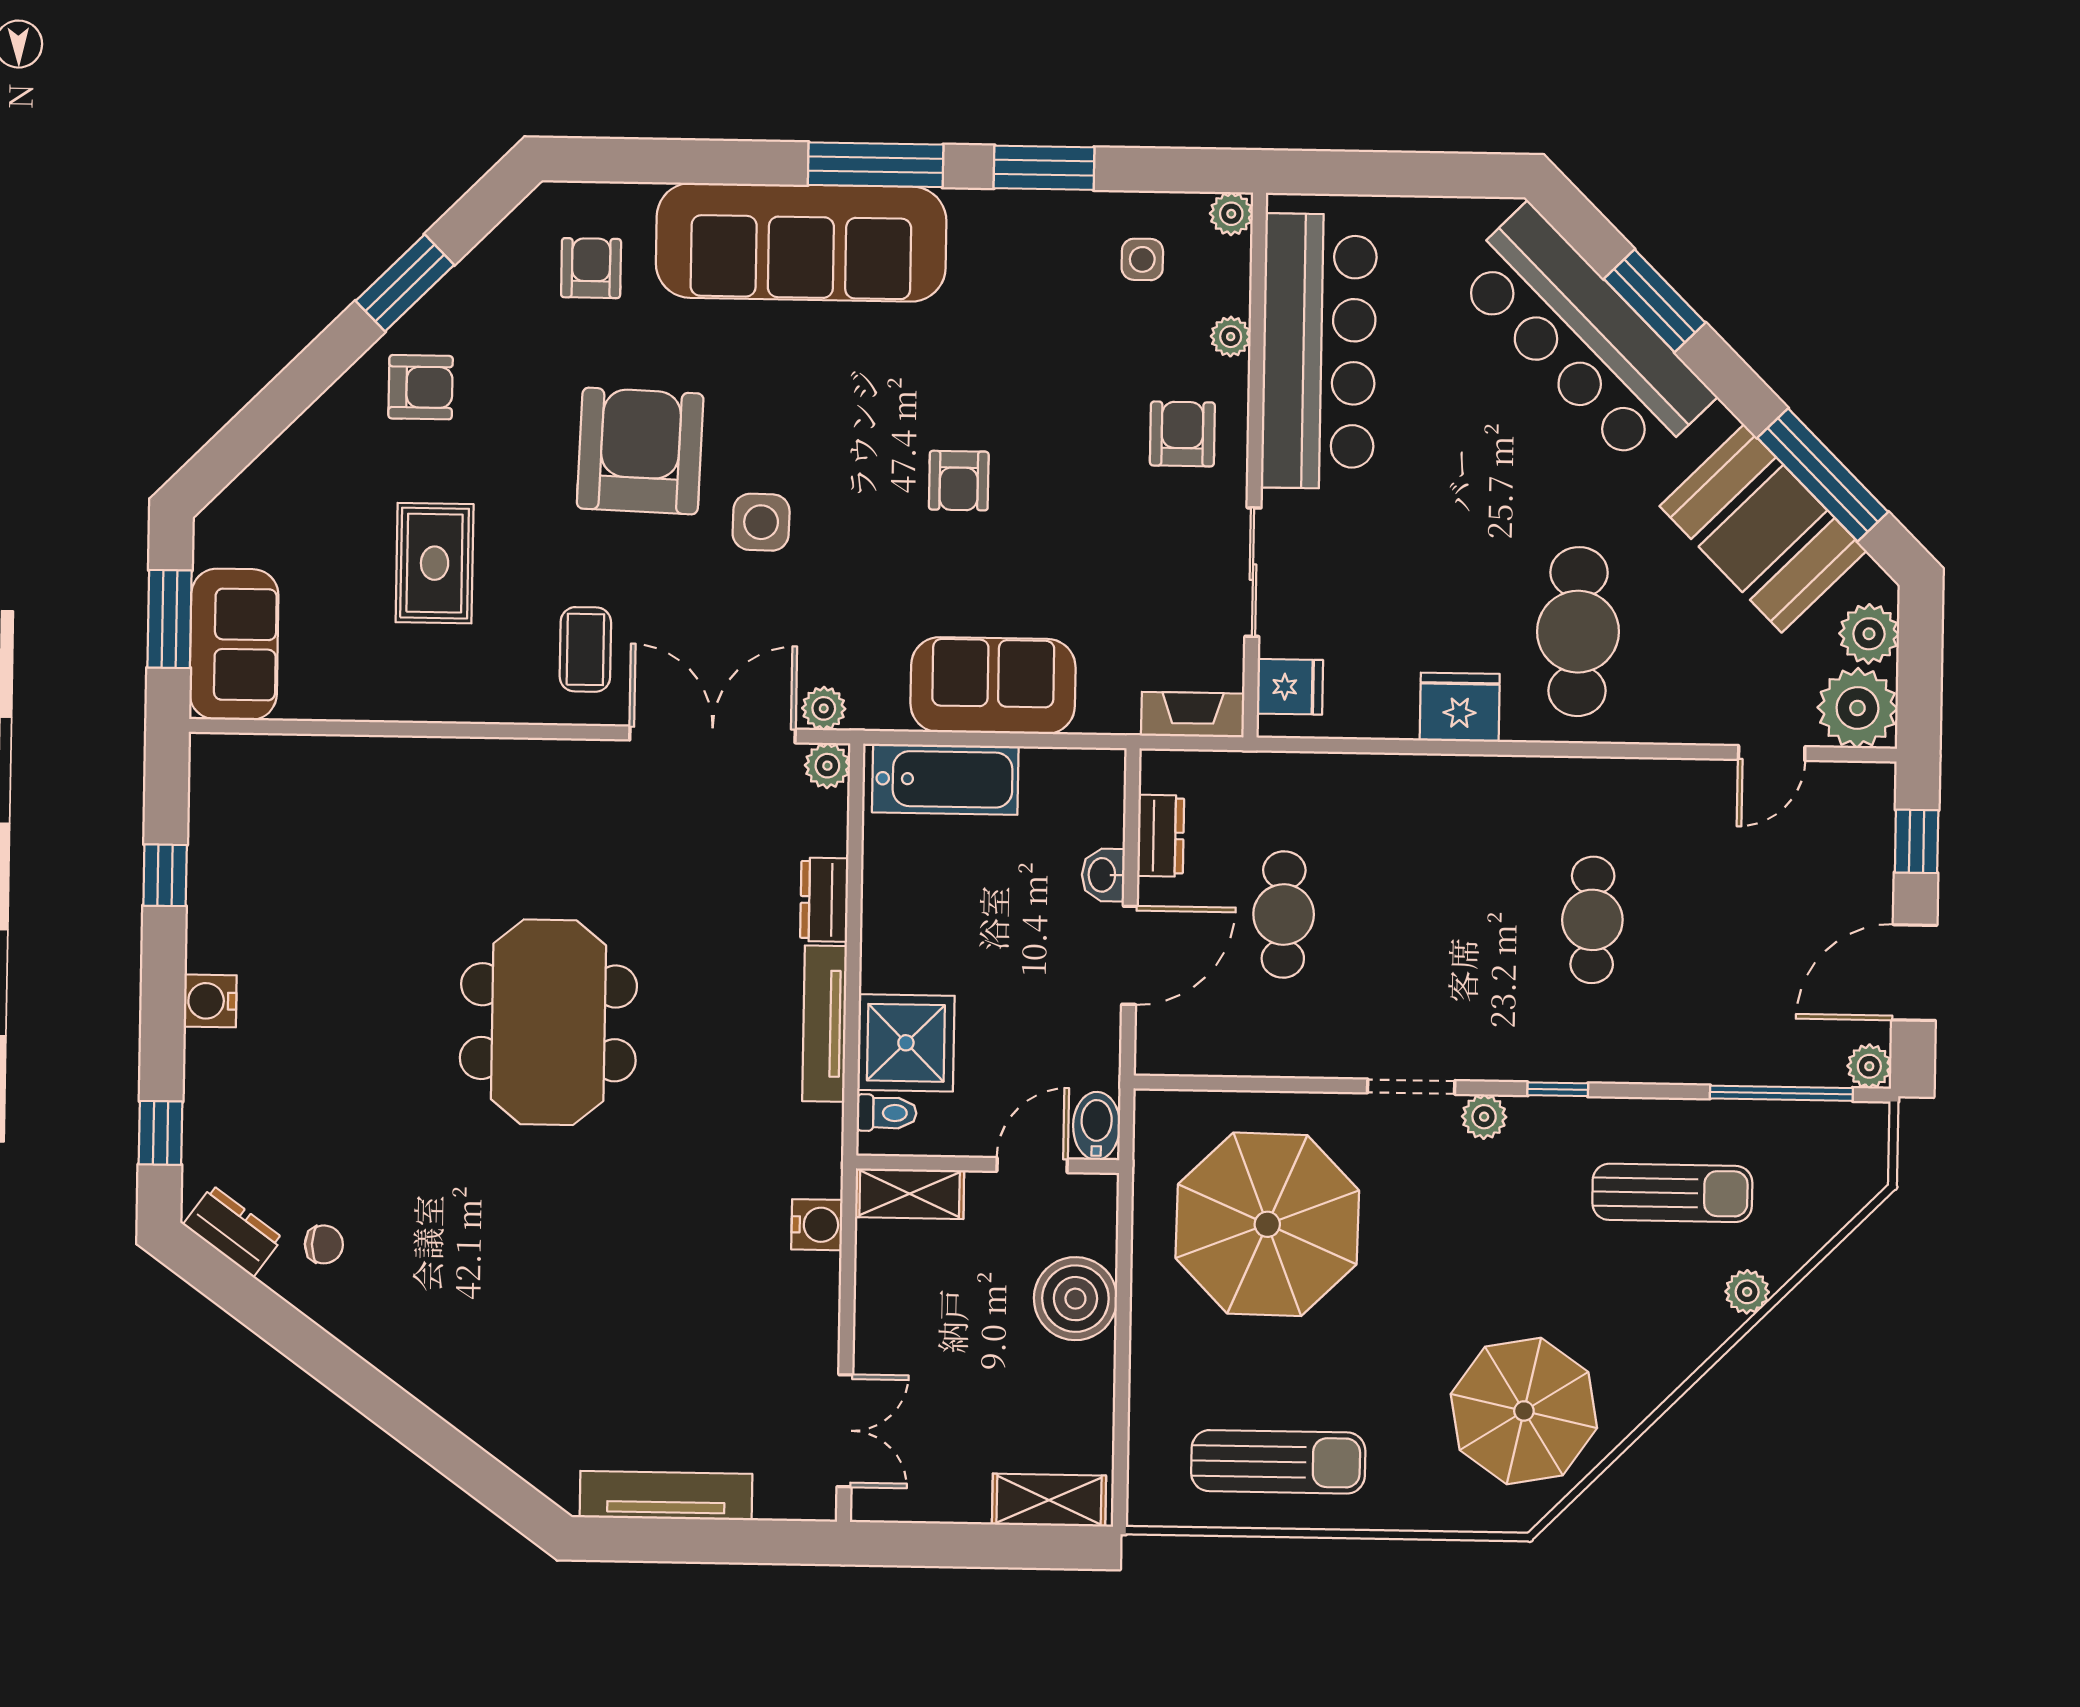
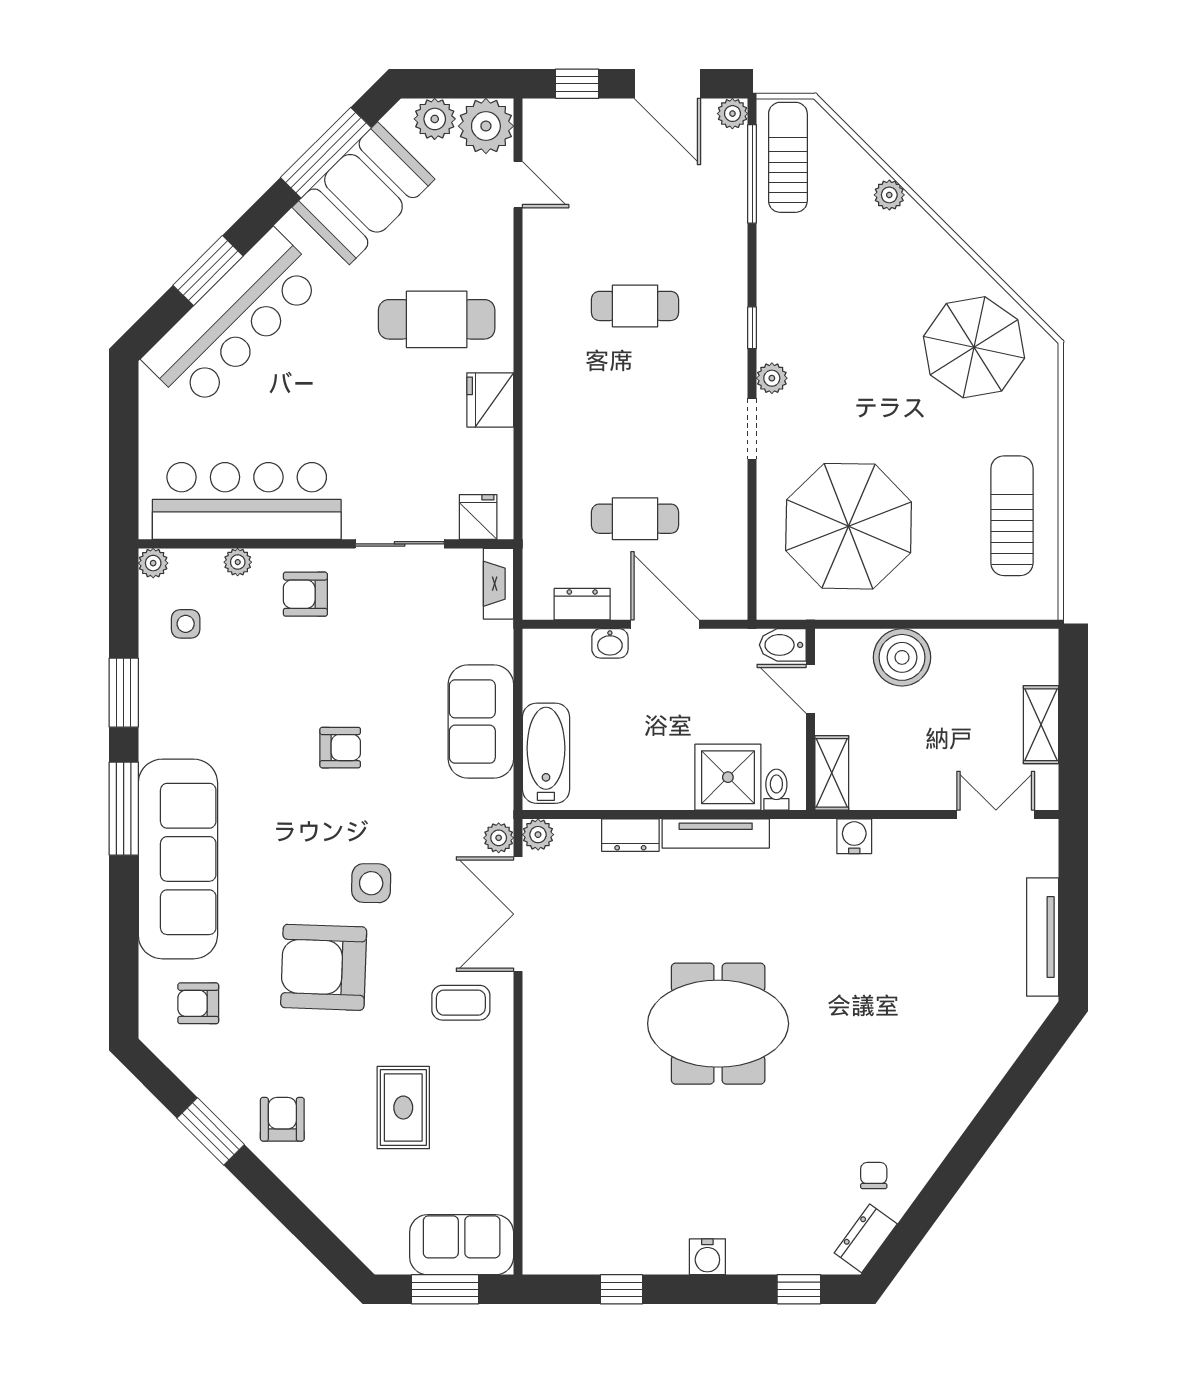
rug: (435, 563) -> (403, 1108), turned 90
sun lounger: (1672, 1193) -> (788, 157), moved
shelving: (1049, 1500) -> (1041, 725), moved

